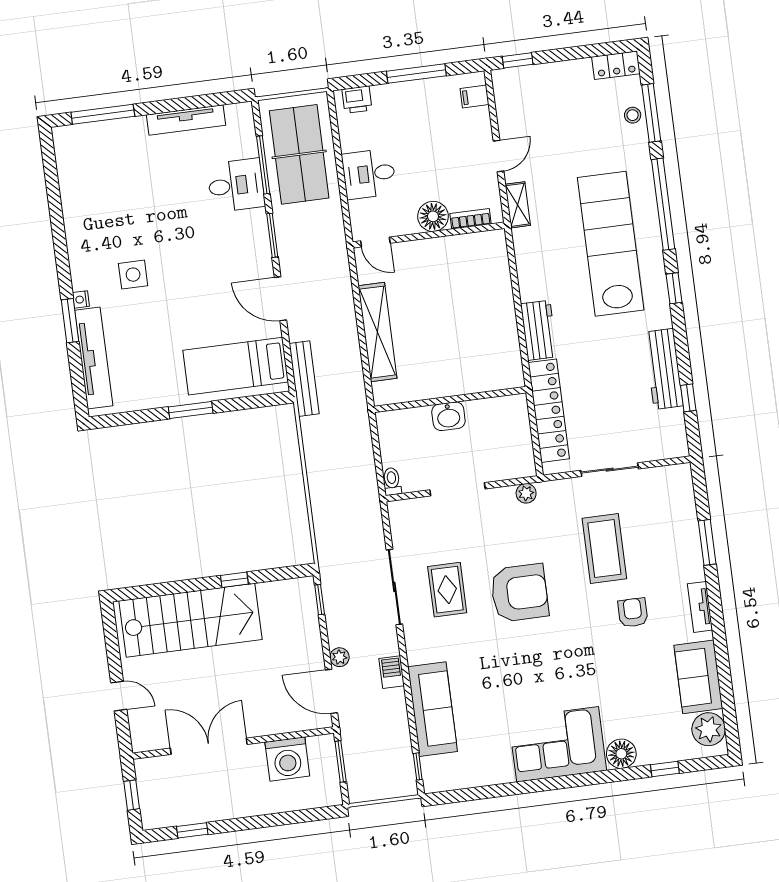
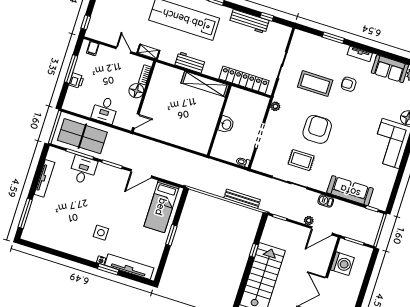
printer: (357, 100) -> (76, 81), moved
workbench: (539, 330) -> (190, 62), moved
shelving: (377, 332) -> (205, 84), moved
bench: (304, 379) -> (242, 199), moved

